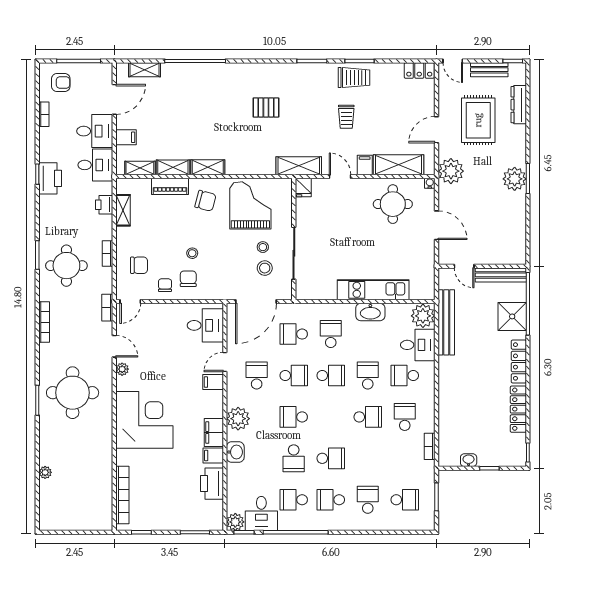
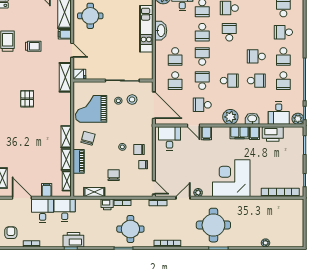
door: (340, 176) -> (72, 50), swing flipped
printer: (104, 205) -> (107, 204), moved
chair: (139, 265) -> (114, 175), moved
school desk: (331, 334) -> (175, 56), turned -90
school desk: (368, 375) -> (202, 32), turned -90
school desk: (294, 417) -> (229, 81), turned -90
school desk: (331, 458) -> (256, 56), turned -90
desk: (261, 514) -> (279, 113), moved, turned 90

